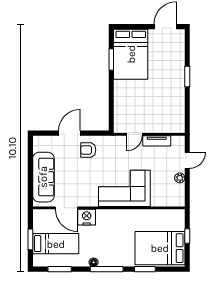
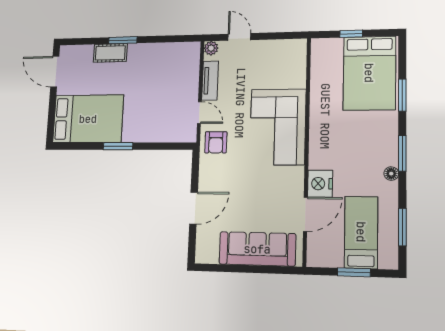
window: (111, 59) -> (118, 146), moved
cot: (178, 68) -> (110, 53), added
door: (69, 133) -> (194, 208), swing flipped
armchair: (88, 150) -> (216, 142), moved
plant: (180, 178) -> (211, 48), moved
window: (107, 269) -> (402, 153), width x0.69

